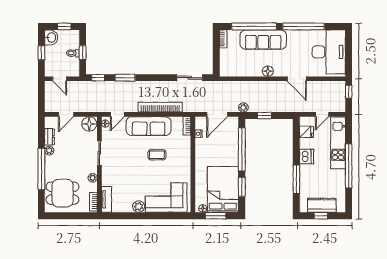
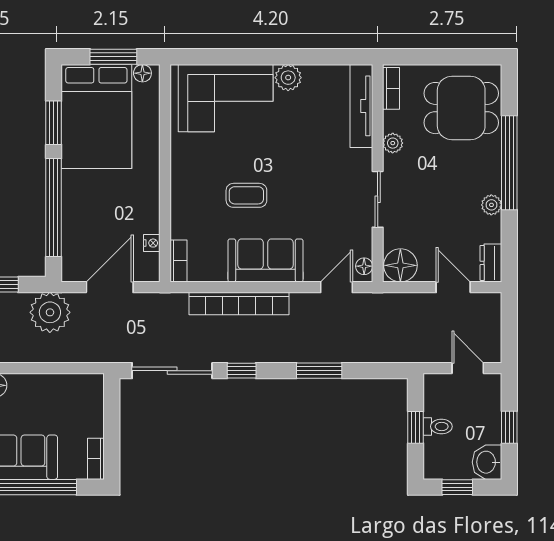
window: (98, 78) -> (242, 371), moved
sliding door: (190, 78) -> (172, 371), width x1.37
plant: (243, 107) -> (50, 312), width x1.88, depth x1.88
door: (66, 114) -> (453, 287), hinge flipped
sofa: (149, 126) -> (266, 260), width x0.73
dresser: (49, 137) -> (491, 263), moved
tv unit: (106, 199) -> (361, 106), width x1.41

